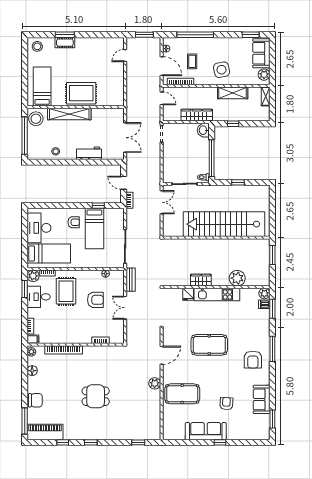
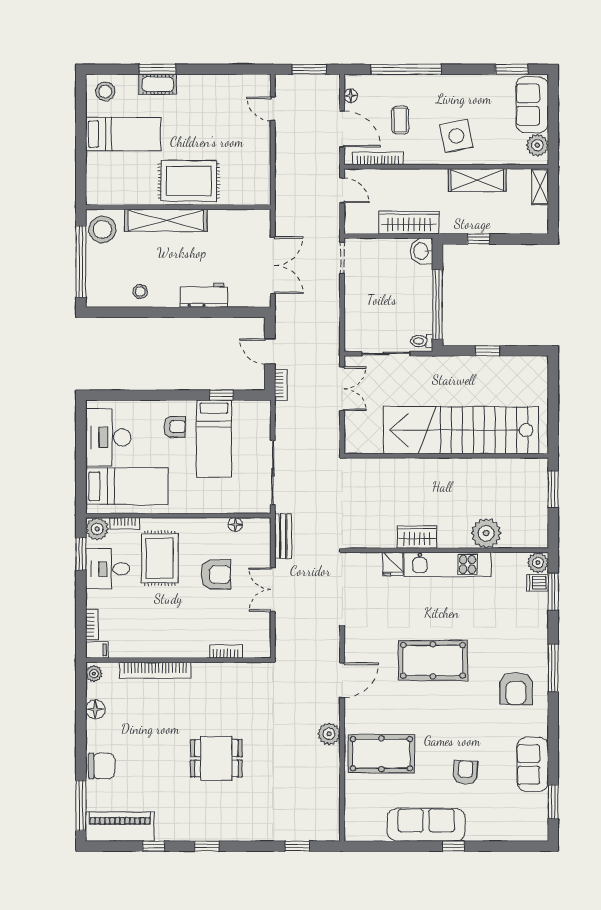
door: (125, 56) -> (273, 109), hinge flipped
bed: (42, 86) -> (123, 134), moved, turned 90

